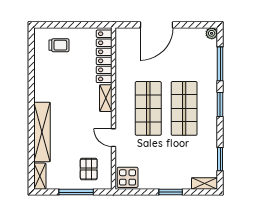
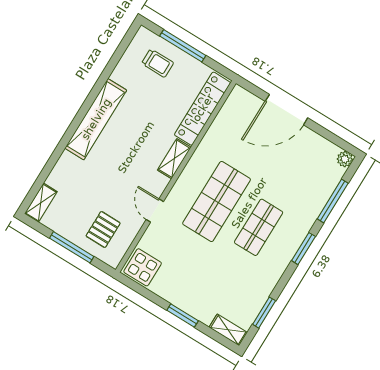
window: (68, 25) -> (183, 46), added
shop shelf: (184, 108) -> (259, 227), width x0.70, depth x0.74
shelving: (42, 132) -> (96, 119), moved

